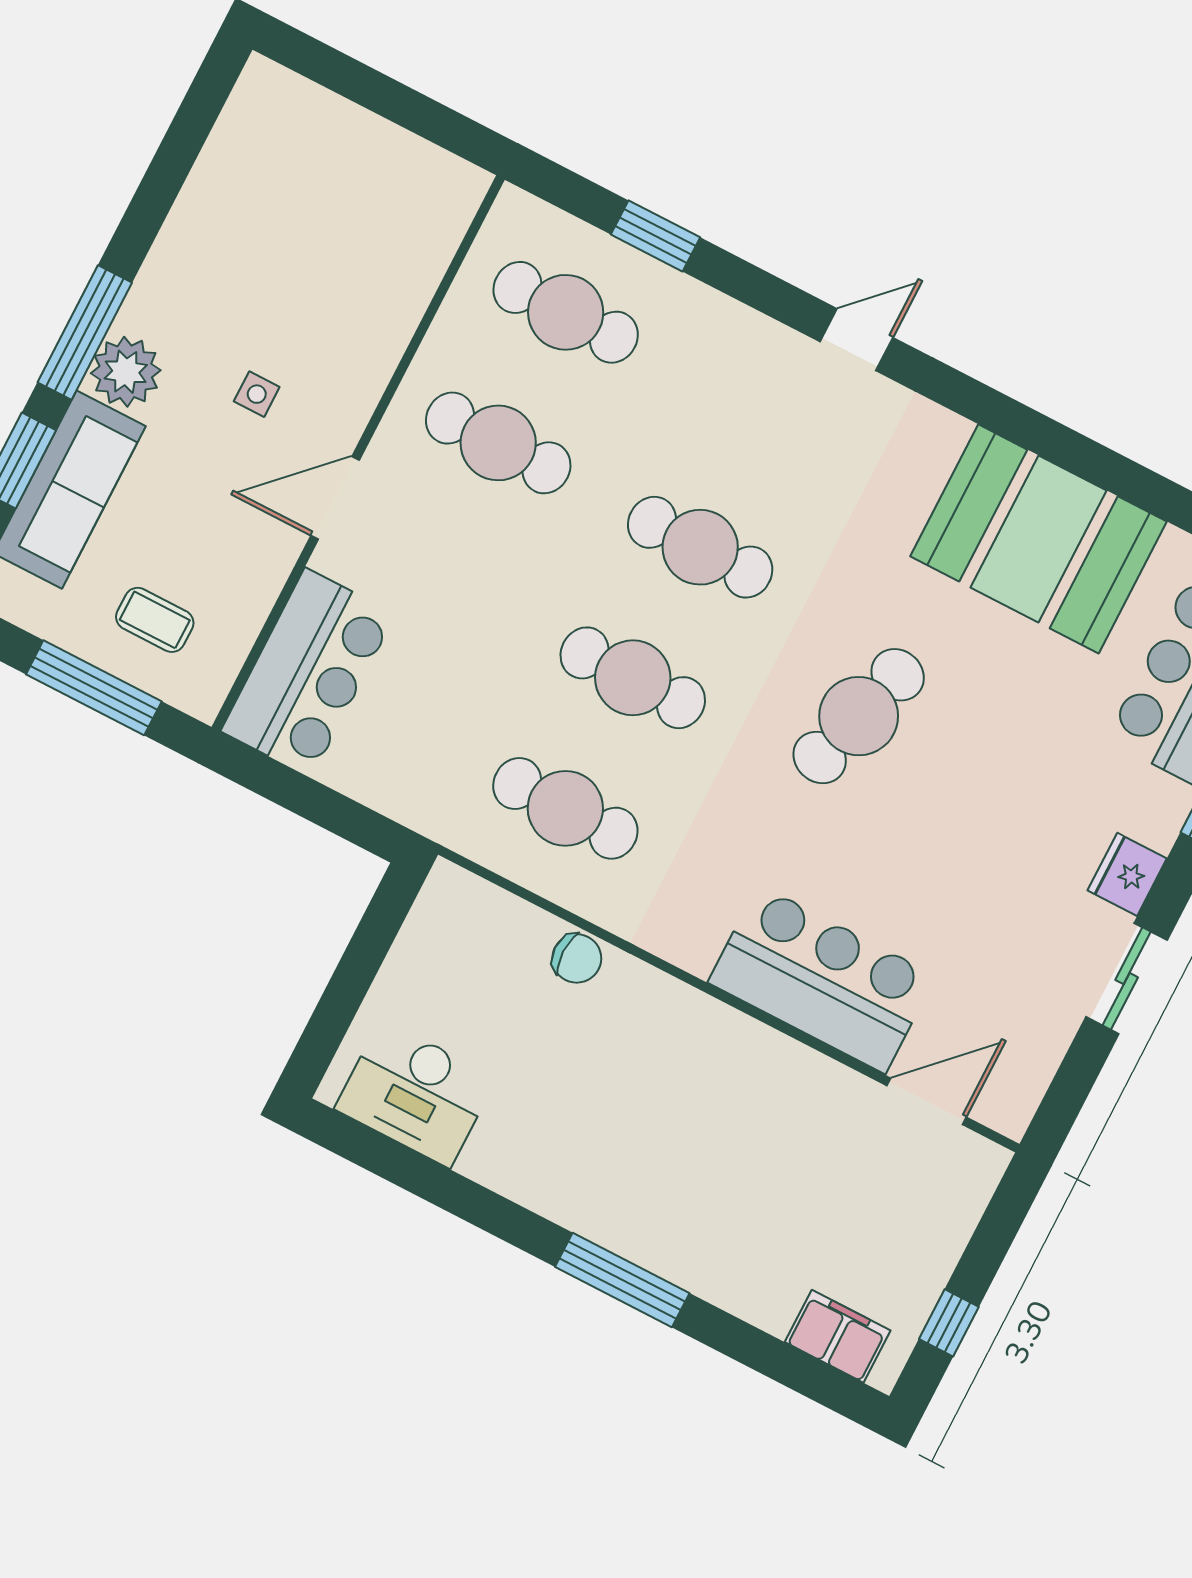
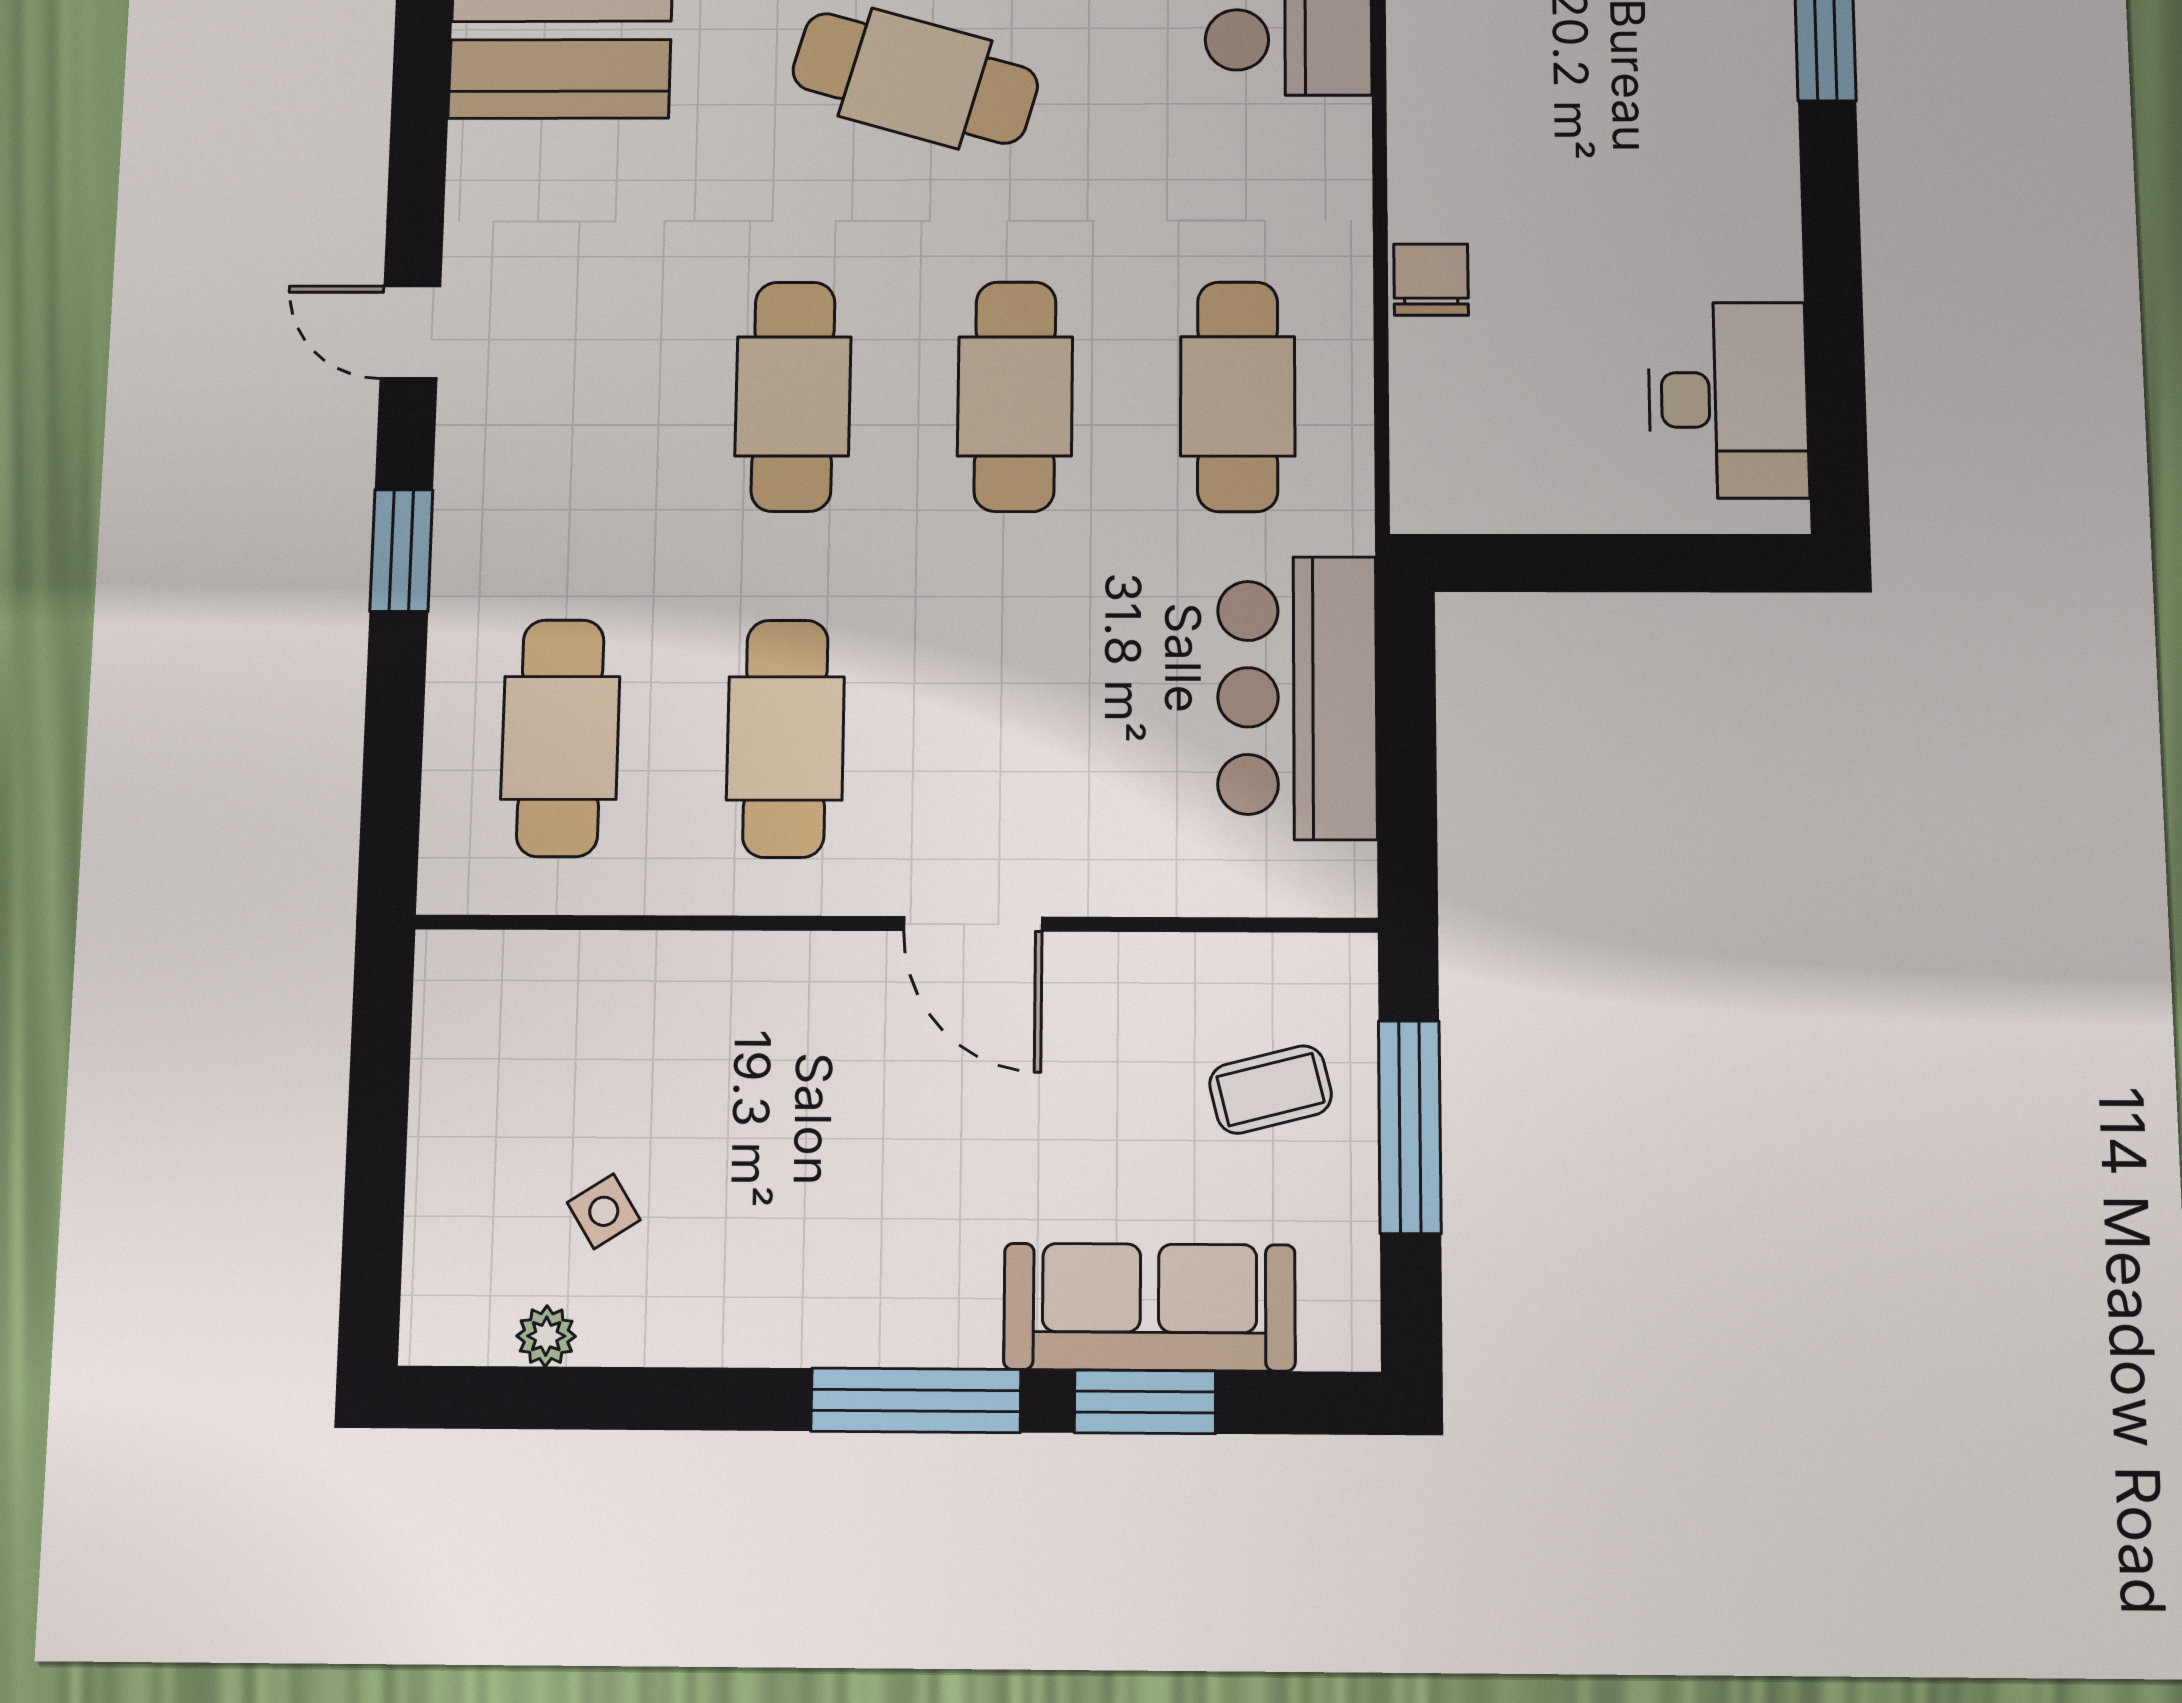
window: (656, 236) -> (401, 550), moved
plant: (126, 372) -> (546, 1336), moved, width x0.53, depth x0.53
side table: (257, 394) -> (604, 1211), moved, turned -32
coffee table: (155, 620) -> (1271, 1090), turned 76
bar counter: (308, 673) -> (1297, 697), moved, turned -90

